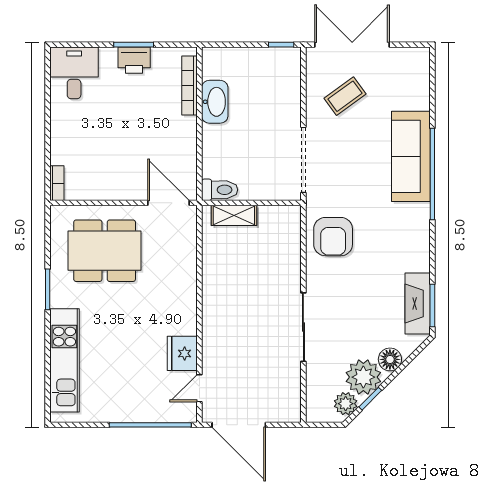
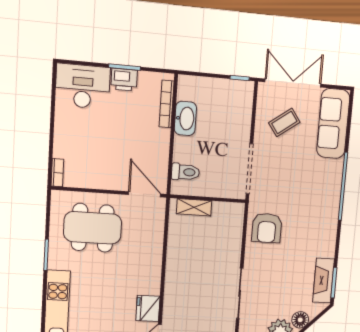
desk: (74, 73) -> (83, 86), width x1.37
sofa: (411, 156) -> (333, 124), moved
toilet: (220, 190) -> (185, 172), moved

